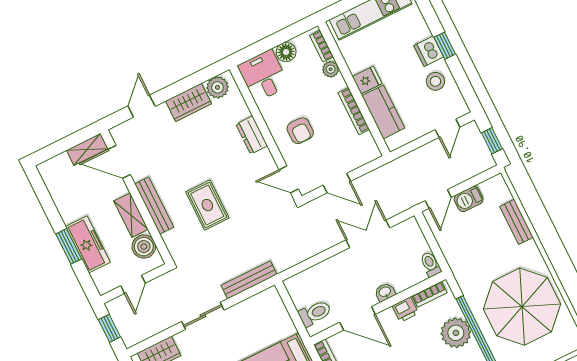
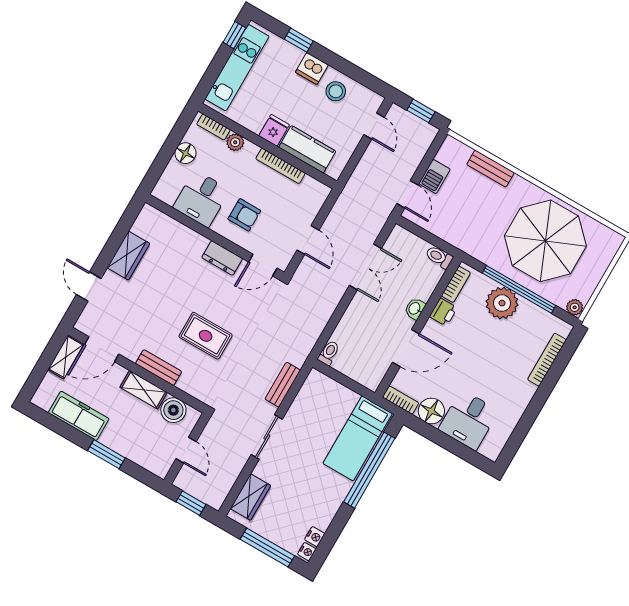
window: (445, 46) -> (299, 40), moved
desk: (263, 76) -> (201, 199), moved, turned -90
plant: (217, 87) -> (145, 225), removed
dresser: (252, 135) -> (222, 258), moved
door: (337, 183) -> (308, 240), hinge flipped
bench: (154, 206) -> (159, 368), width x0.73
double door: (368, 234) -> (365, 267), swing flipped
freezer: (88, 244) -> (79, 416), moved
bench: (249, 280) -> (283, 385), width x0.73
toilet: (315, 313) -> (329, 353), moved, width x0.73, depth x0.72

